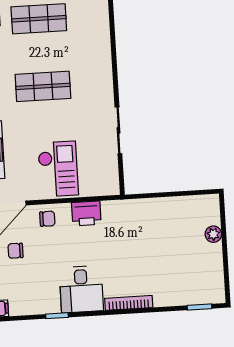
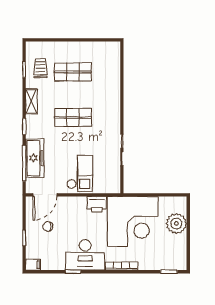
chair: (47, 219) -> (71, 206), removed
plant: (213, 234) -> (176, 223), width x1.88, depth x1.88
corner desk: (141, 236) -> (133, 222), added
desk: (81, 289) -> (85, 255), width x1.37

